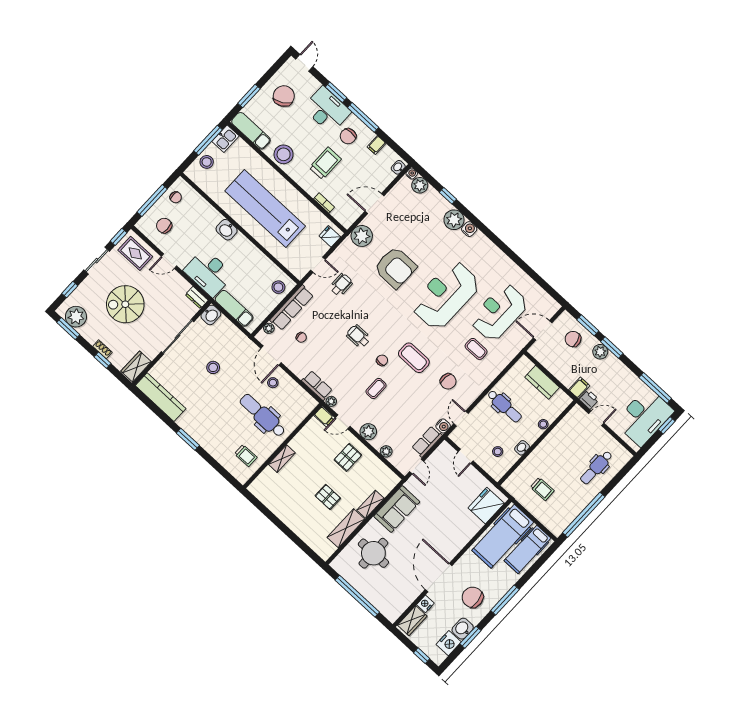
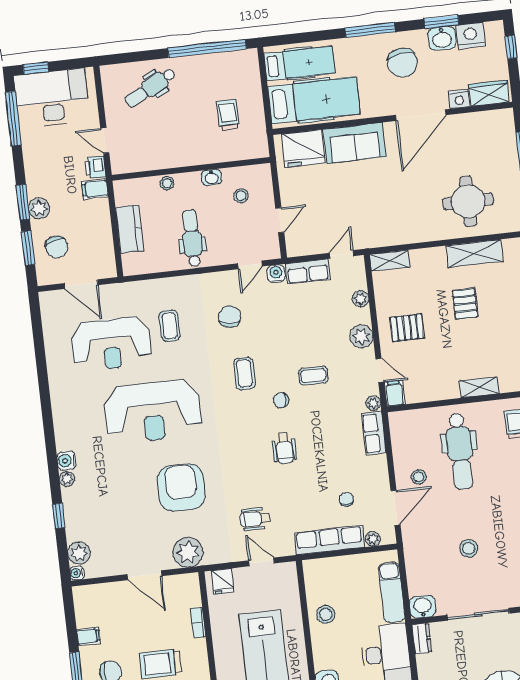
washbasin: (398, 167) -> (86, 592), removed
plant: (454, 220) -> (67, 479), width x0.53, depth x0.53
stool: (278, 287) -> (326, 614), moved
coffee table: (414, 358) -> (244, 374), width x0.73, depth x0.77
dental chair: (596, 468) -> (150, 88), turned 152
shelving: (370, 504) -> (390, 261), moved
sofa: (397, 509) -> (354, 143), moved, turned 180

